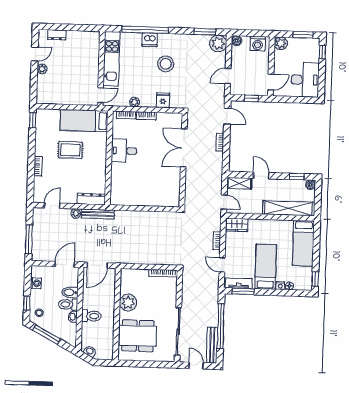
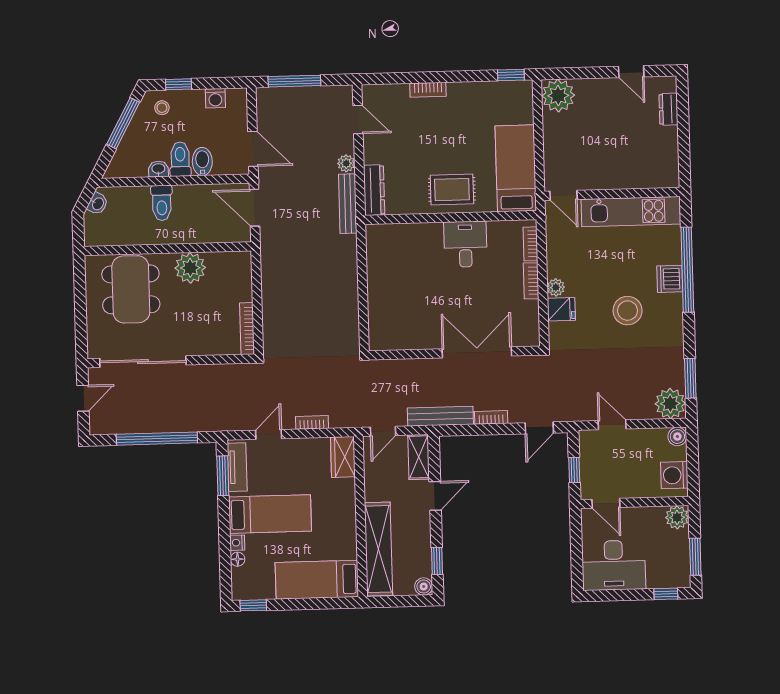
plant: (42, 69) -> (558, 96), moved, width x1.87, depth x1.87
plant: (134, 102) -> (556, 287), moved
rug: (70, 150) -> (452, 190), moved, turned 90
bench: (212, 345) -> (440, 416), moved

